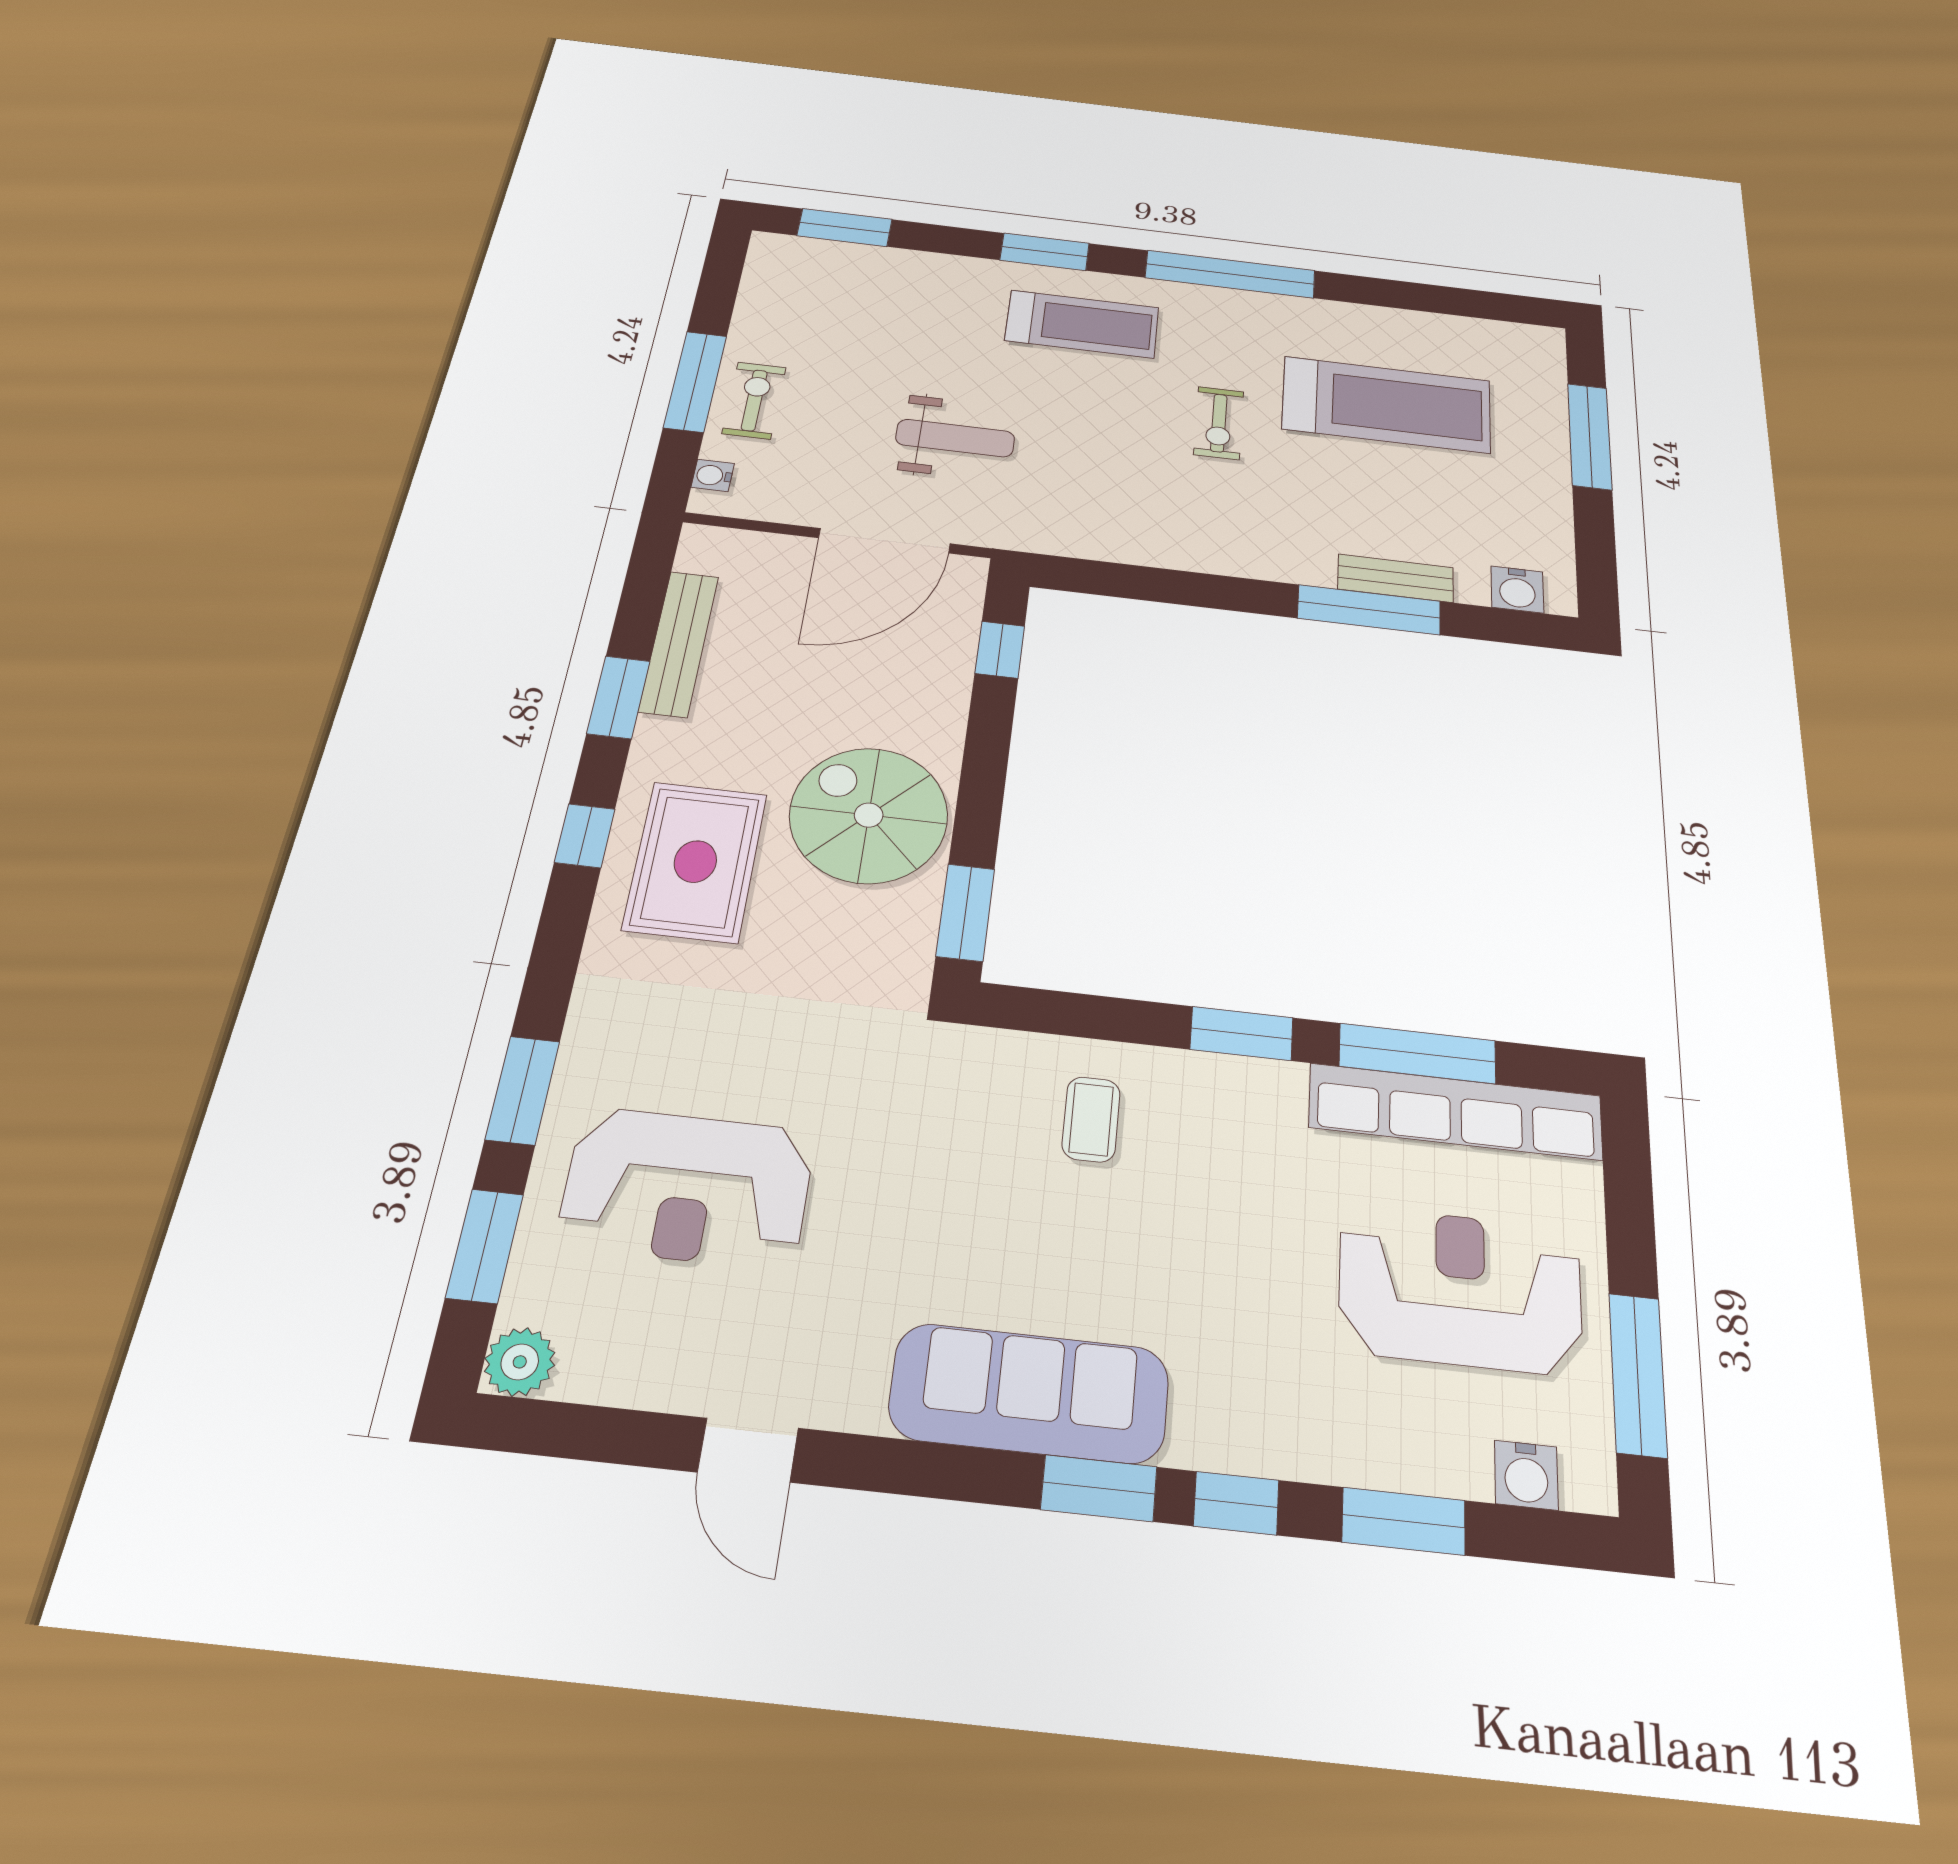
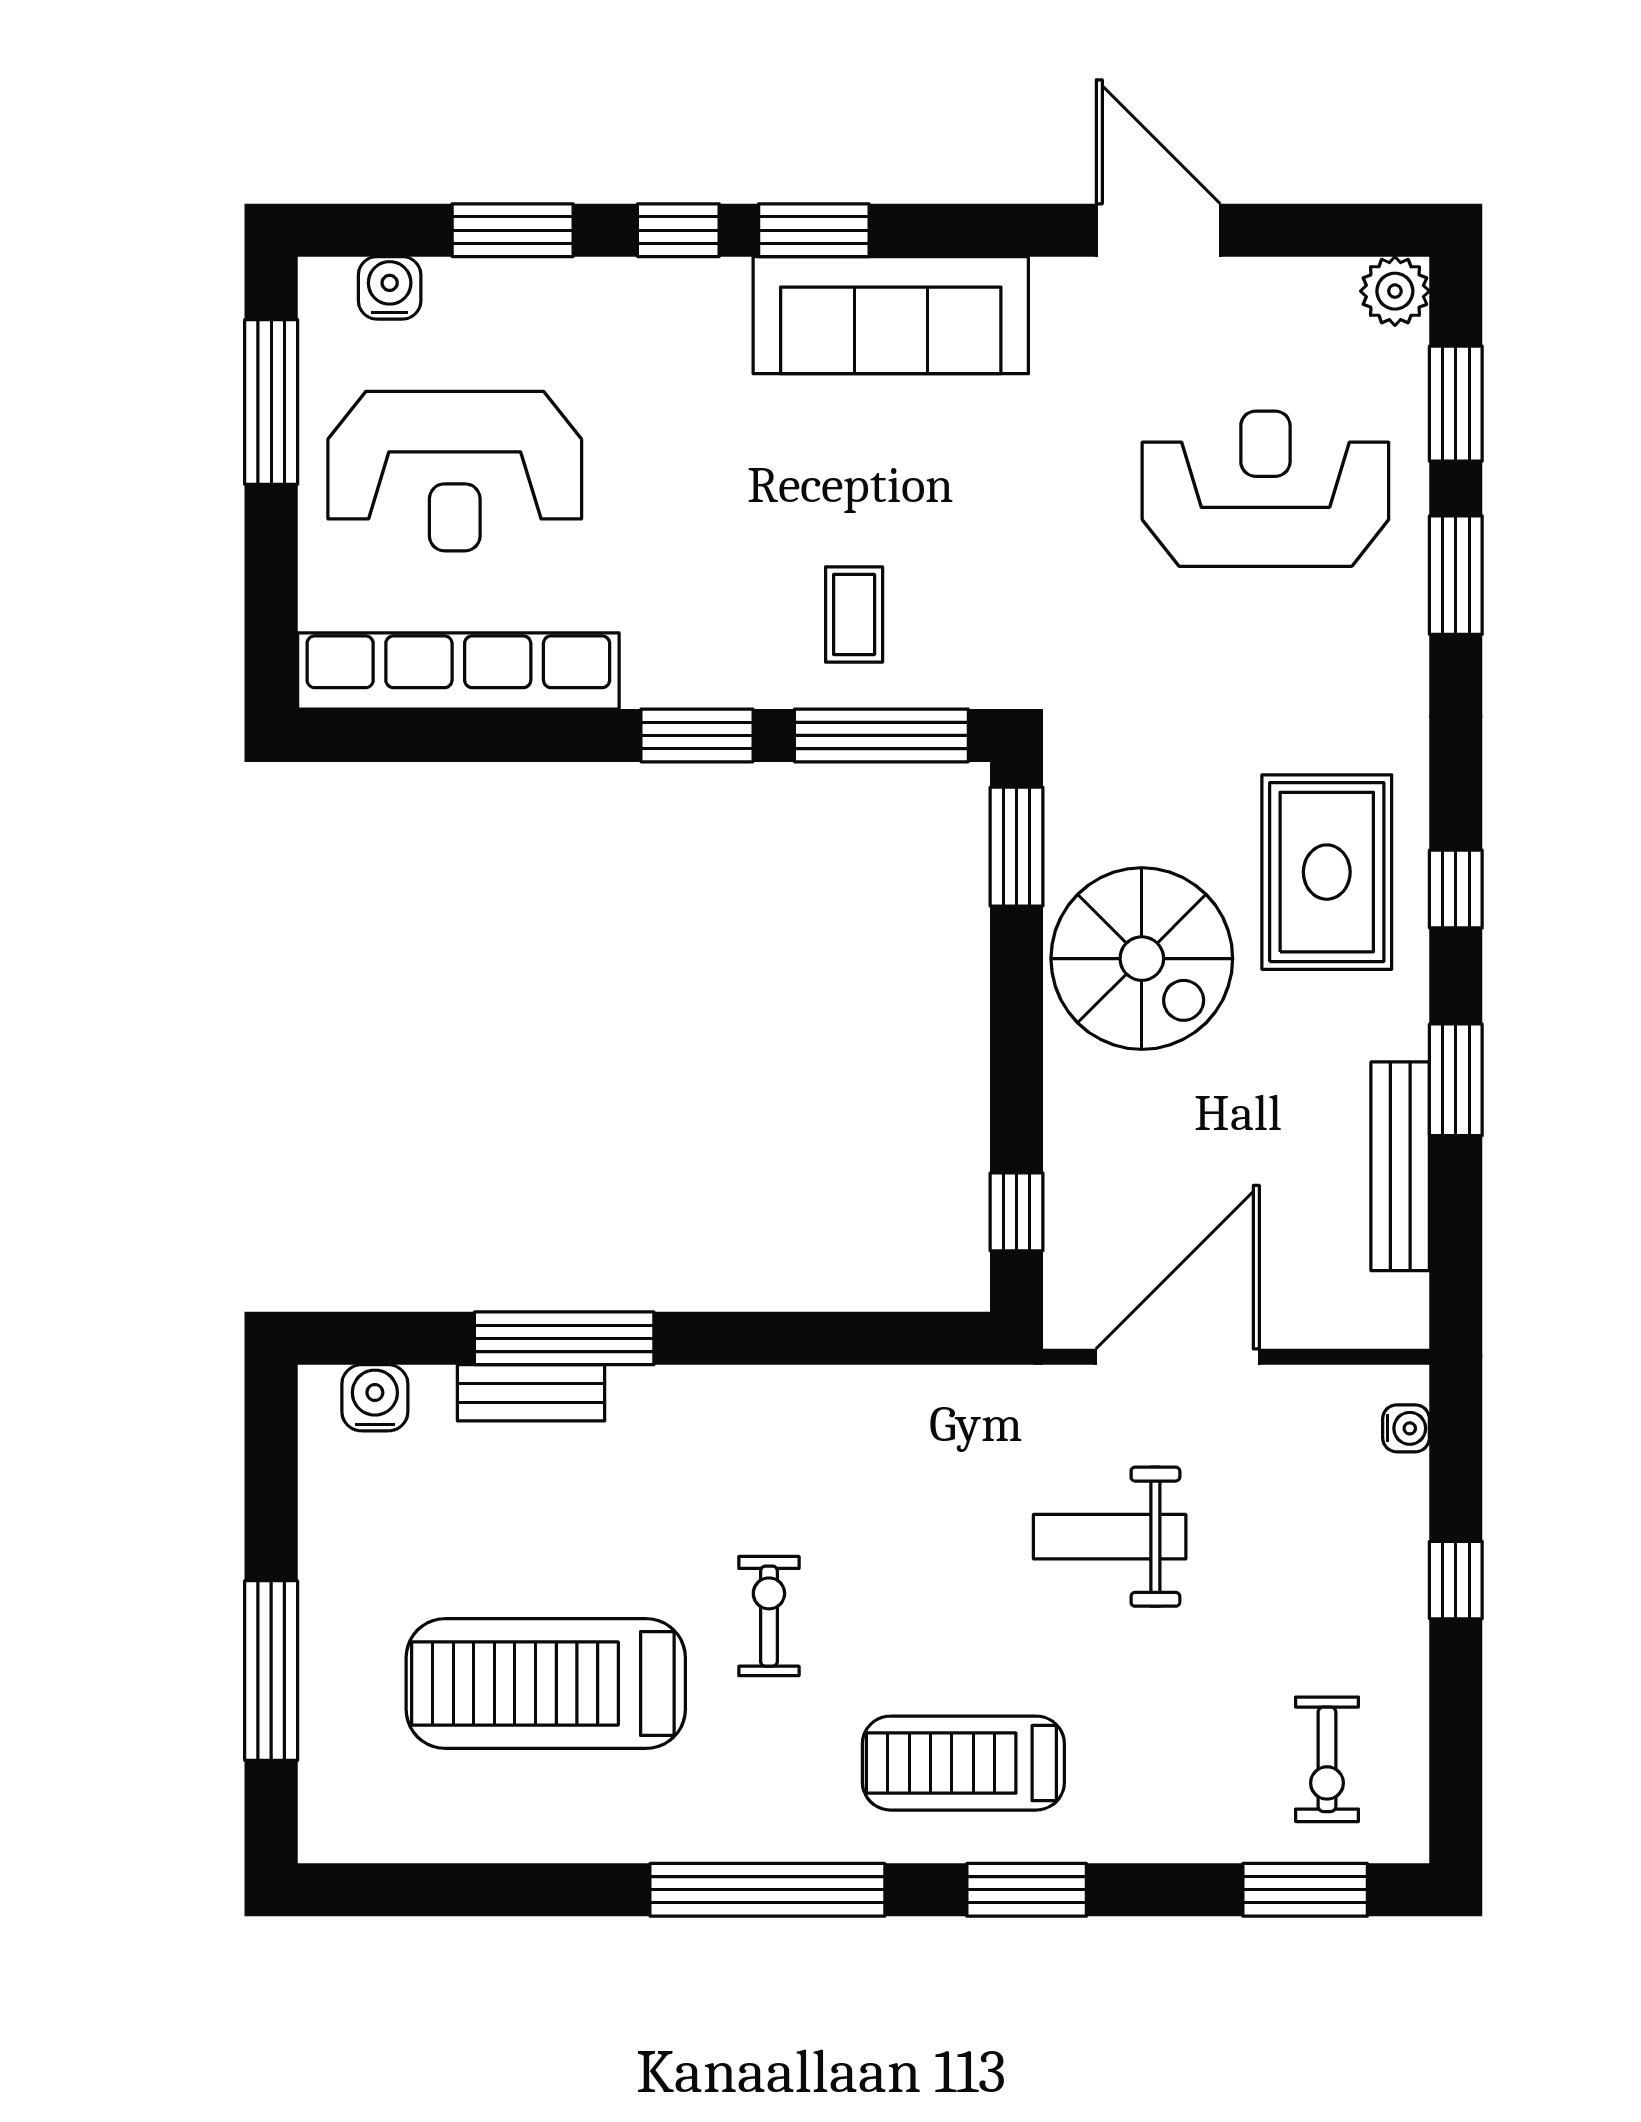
window: (695, 382) -> (1456, 1580), width x0.46
exercise bike: (754, 400) -> (1327, 1759), moved
window: (1417, 1053) -> (881, 735), moved
door: (748, 1450) -> (1158, 230), width x1.38

